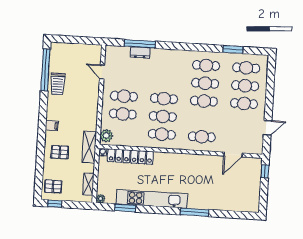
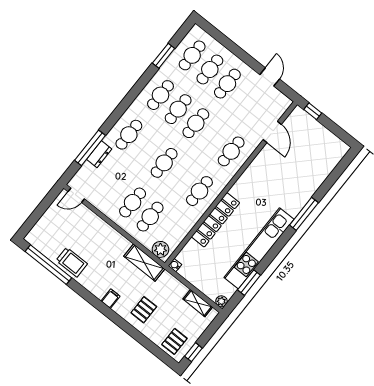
door: (102, 72) -> (76, 195), moved
cafe table: (163, 116) -> (129, 135), moved
shelving: (89, 147) -> (144, 263), moved
locker: (130, 156) -> (215, 220), moved

